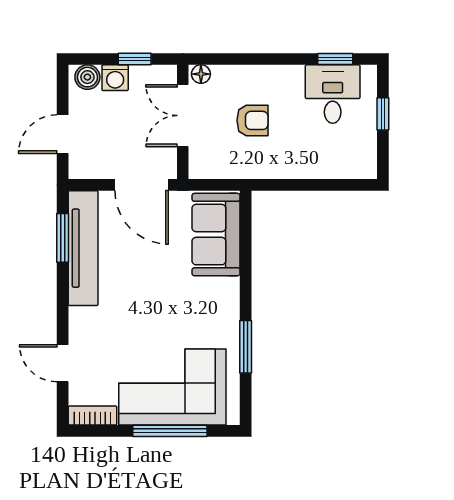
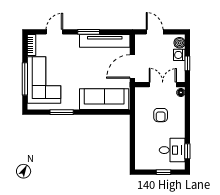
sofa: (216, 235) -> (104, 99), width x1.36
window: (63, 238) -> (89, 32), moved

